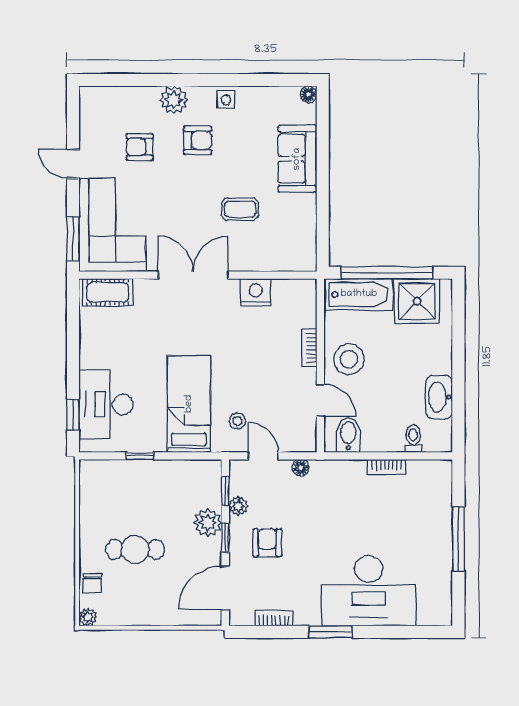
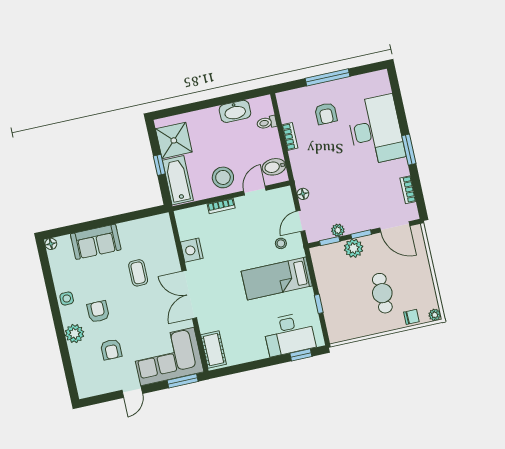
window: (387, 273) -> (159, 165), width x0.32
armchair: (267, 543) -> (326, 114), moved, turned -90

